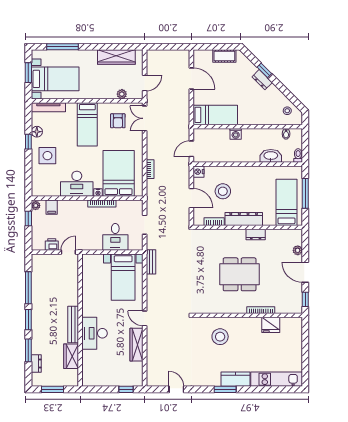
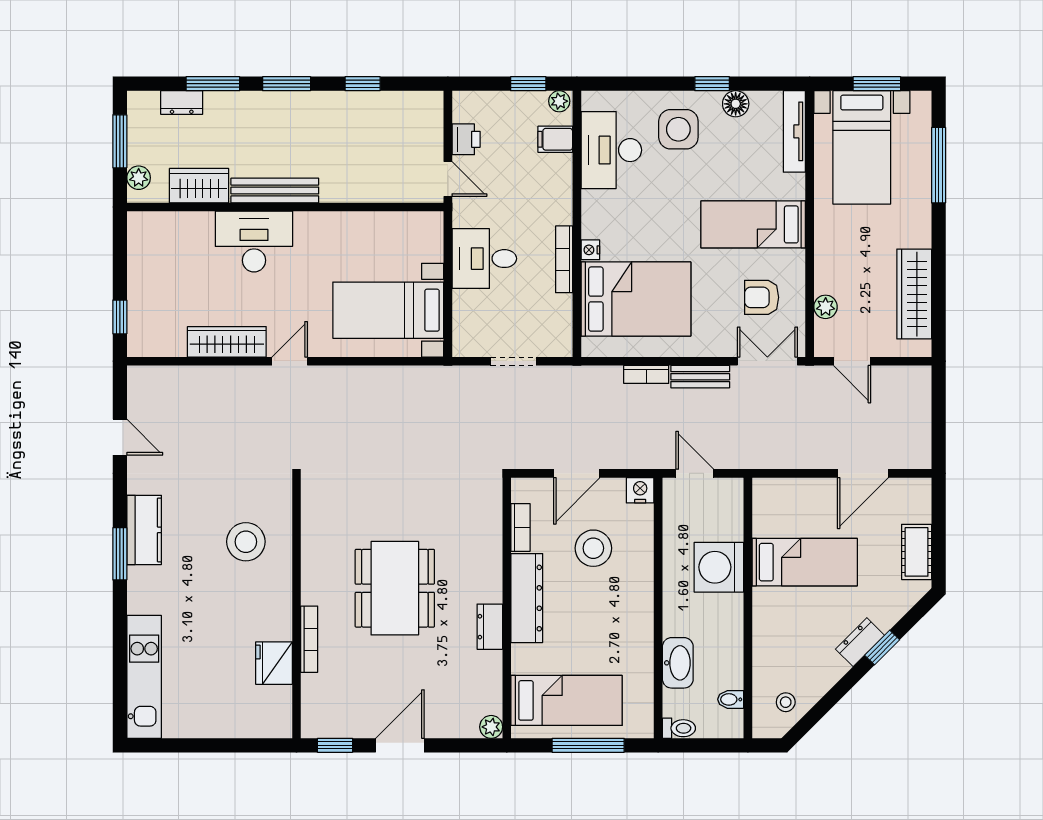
bed: (215, 115) -> (805, 562), moved, turned -90
washing machine: (236, 134) -> (719, 567), width x1.89, depth x1.89
desk: (77, 184) -> (611, 150), moved
desk: (115, 237) -> (484, 259), moved
plant: (298, 250) -> (491, 727), moved
bench: (151, 262) -> (700, 377), moved
window: (28, 288) -> (363, 84), width x0.46
kitchen counter: (236, 379) -> (144, 530), moved
plant: (68, 382) -> (139, 178), added
door: (176, 389) -> (120, 437), hinge flipped

